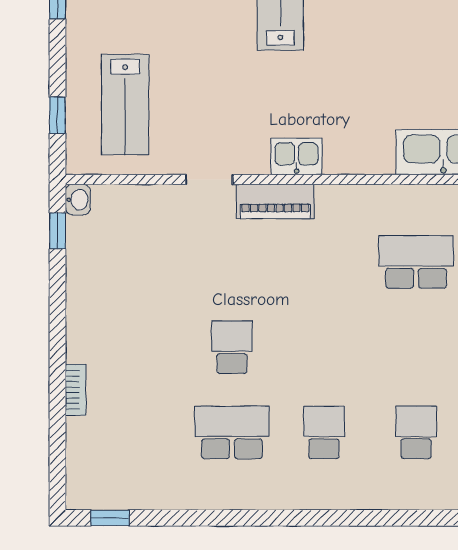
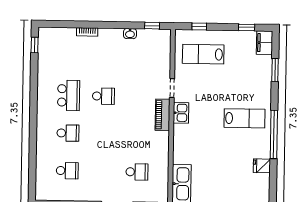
kitchen sink: (296, 156) -> (181, 113), moved
washbasin: (78, 200) -> (130, 34), moved
school desk: (416, 262) -> (137, 172), width x0.54

